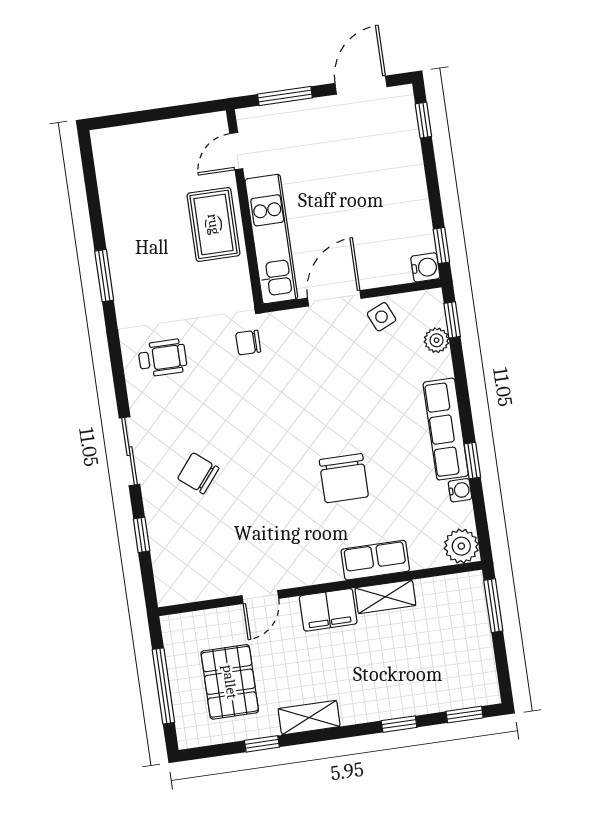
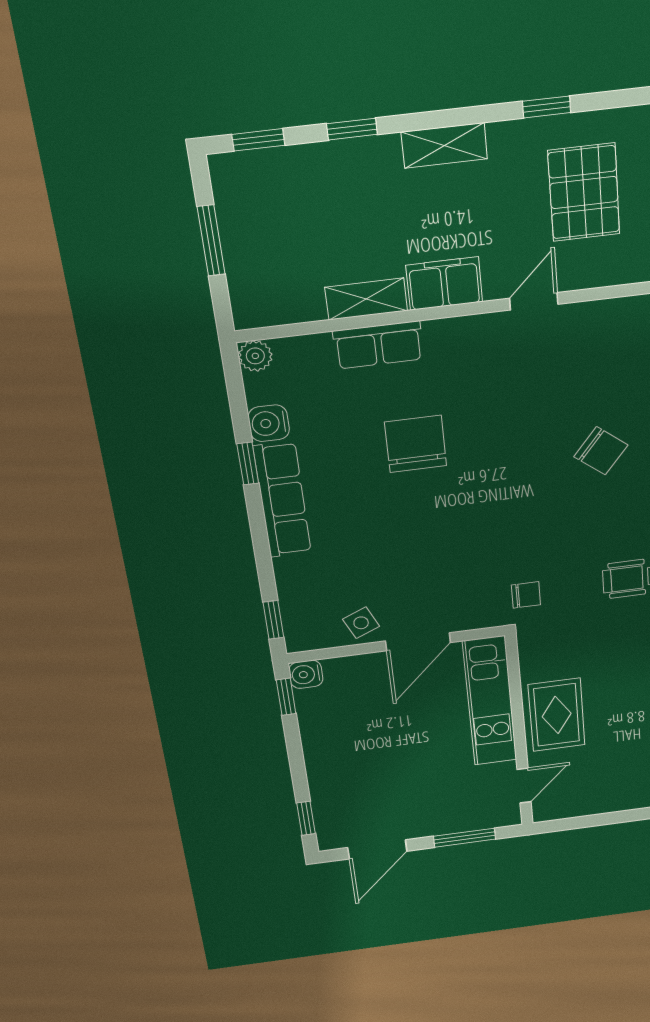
plant: (437, 340) -> (293, 598), removed
water cooler: (460, 490) -> (269, 423), width x1.38, depth x1.38
plant: (461, 546) -> (255, 356), width x0.73, depth x0.73
window: (493, 606) -> (211, 241), moved
shelving: (309, 718) -> (444, 145), moved

